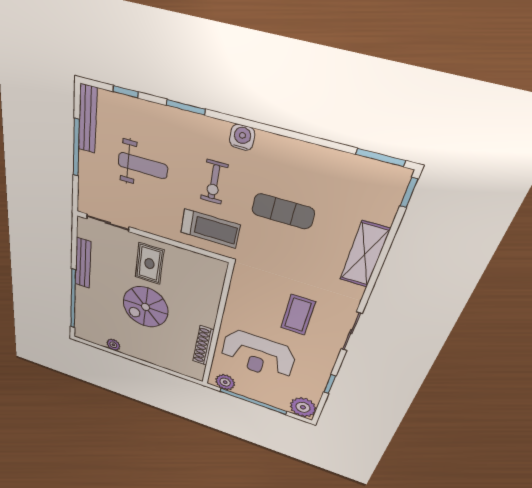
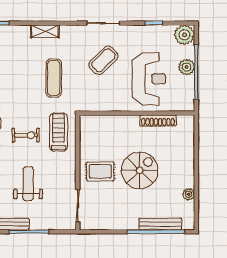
exercise mat: (283, 211) -> (54, 78), moved
shelving: (365, 255) -> (45, 31), width x0.67, depth x0.75
bench: (83, 263) -> (160, 224), moved
spiral stairs: (146, 307) -> (140, 170), turned -90
coffee table: (298, 315) -> (103, 60), turned -44
plant: (225, 382) -> (187, 67), moved

